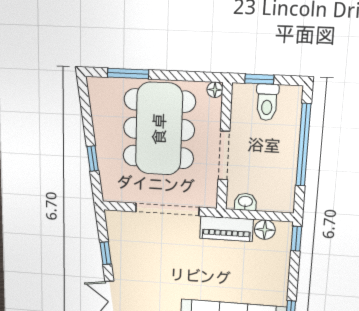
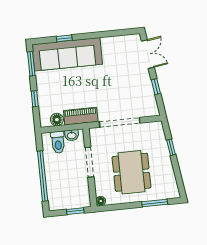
toilet: (267, 102) -> (58, 142), moved, turned 180
dining table: (159, 129) -> (131, 172), width x0.73, depth x0.80
window: (296, 239) -> (35, 99), moved

